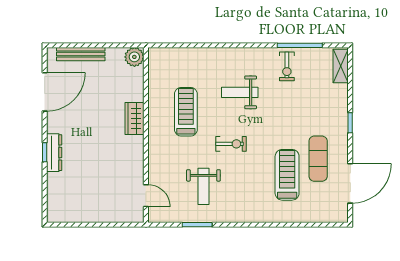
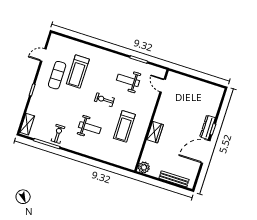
door: (45, 92) -> (206, 152), moved
door: (350, 183) -> (43, 55), width x0.53
weight bench: (203, 186) -> (128, 80), turned -90

